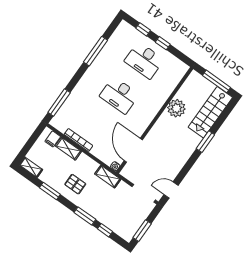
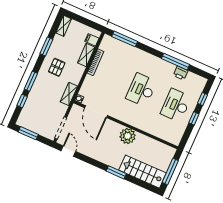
printer: (109, 48) -> (181, 73), added
plant: (176, 108) -> (128, 136), moved
door: (133, 150) -> (96, 112), swing flipped

